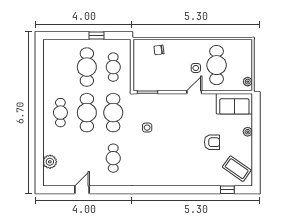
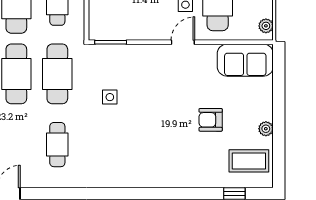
plant: (248, 132) -> (266, 129), moved
armchair: (212, 142) -> (211, 120), turned 180
coffee table: (237, 169) -> (249, 161), turned -35

